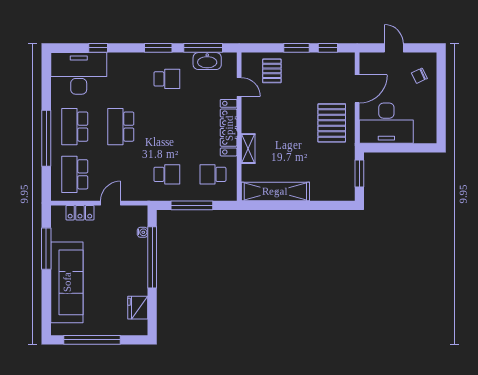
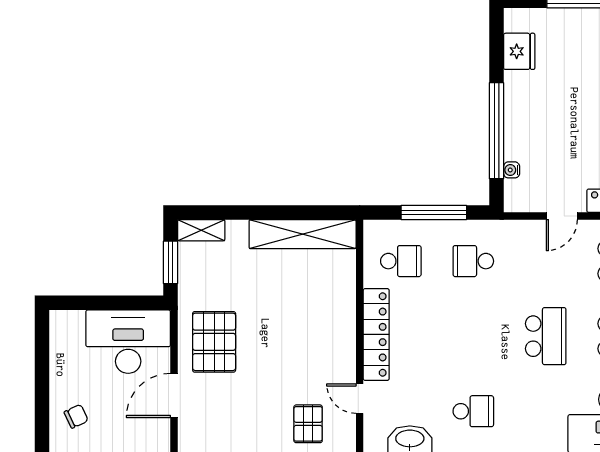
school desk: (167, 79) -> (473, 411), turned 180
shelving: (248, 149) -> (201, 230), moved, turned 90

